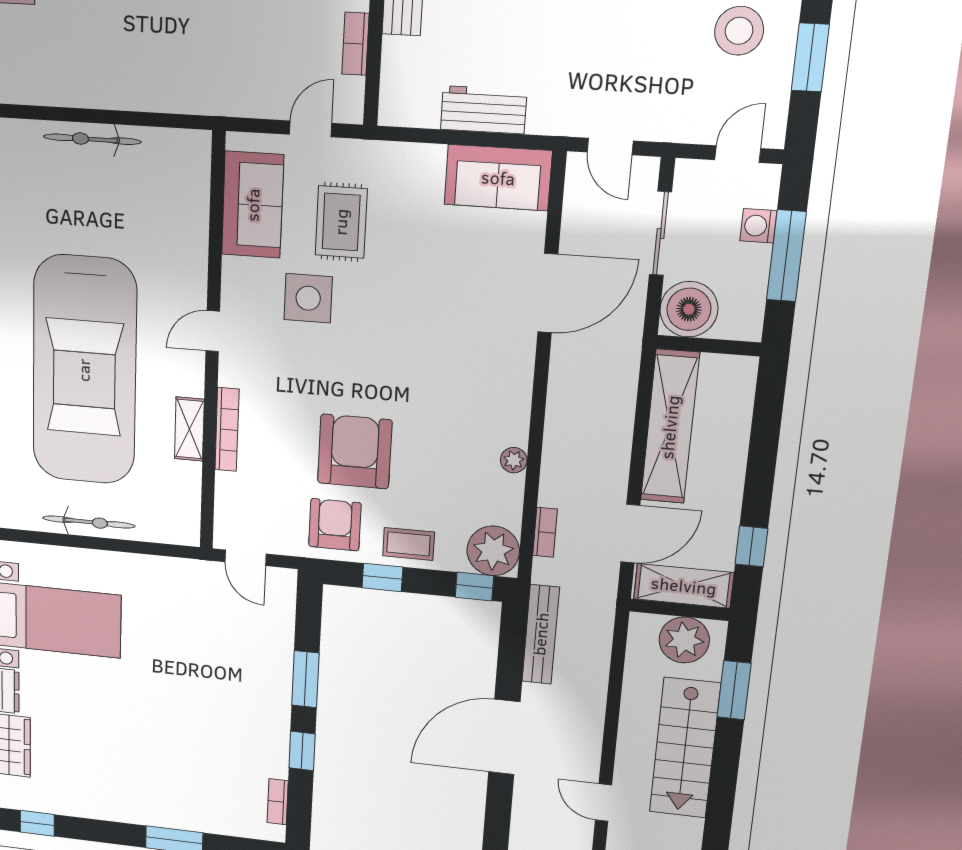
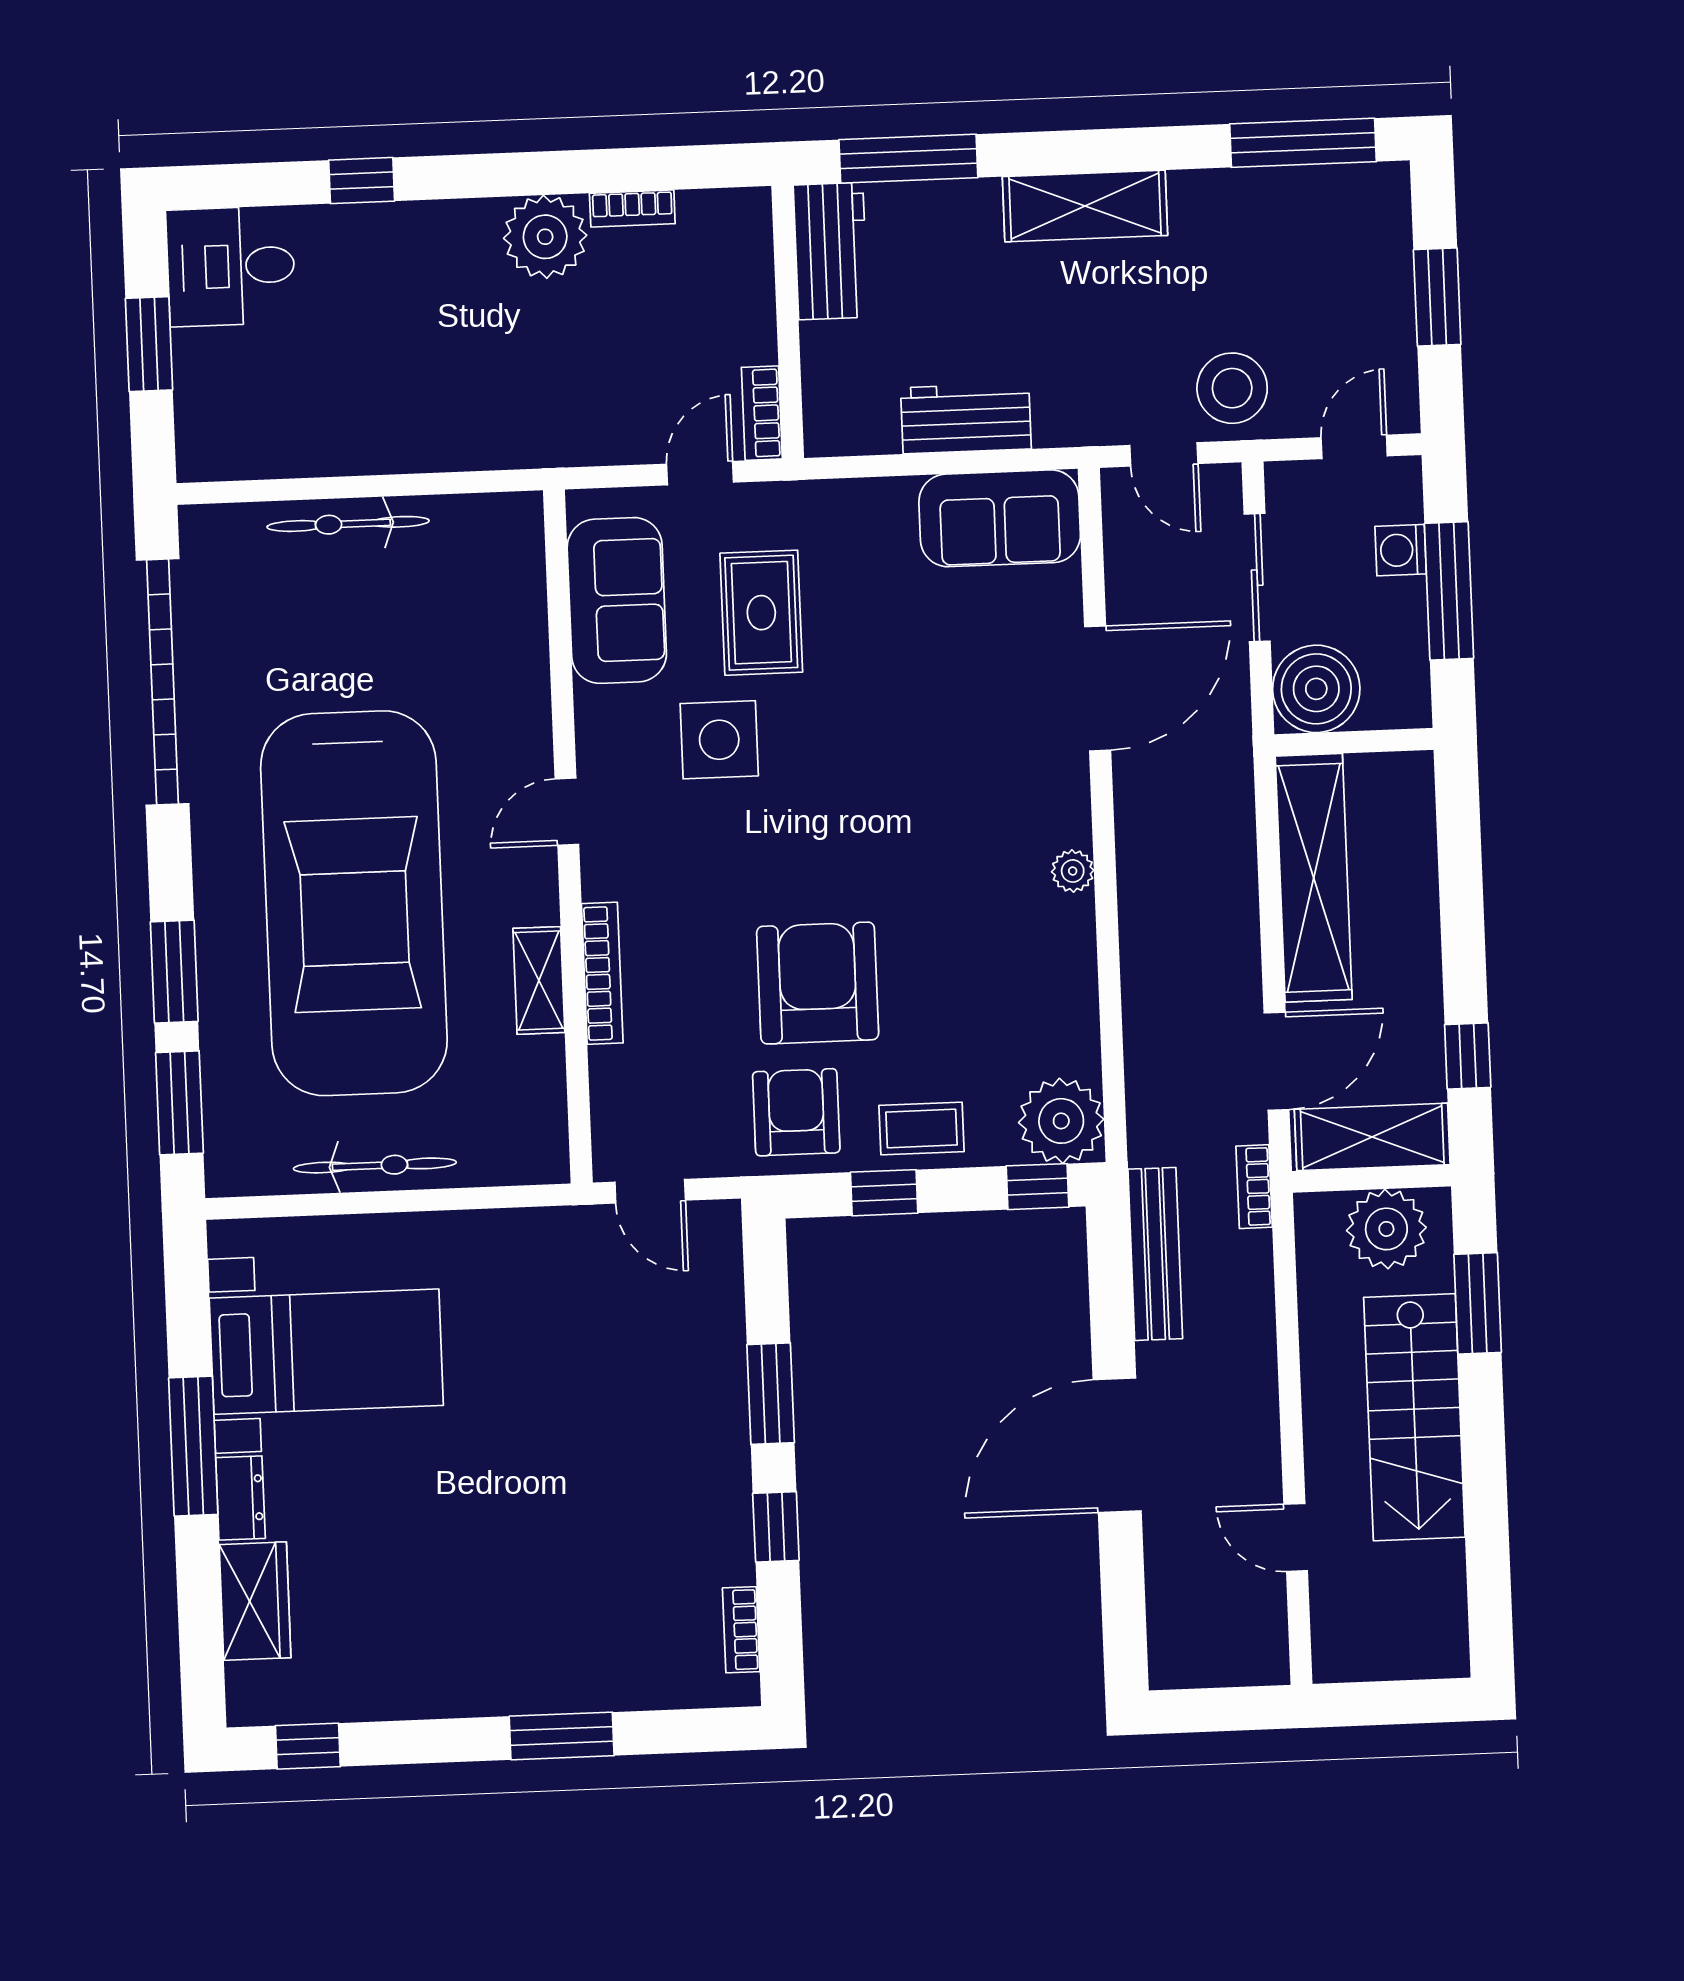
stool: (739, 31) -> (1232, 388), moved
bookcase: (355, 44) -> (762, 413), moved
plant: (514, 460) -> (1073, 871), moved
bookcase: (545, 532) -> (1254, 1187), moved, turned 180

